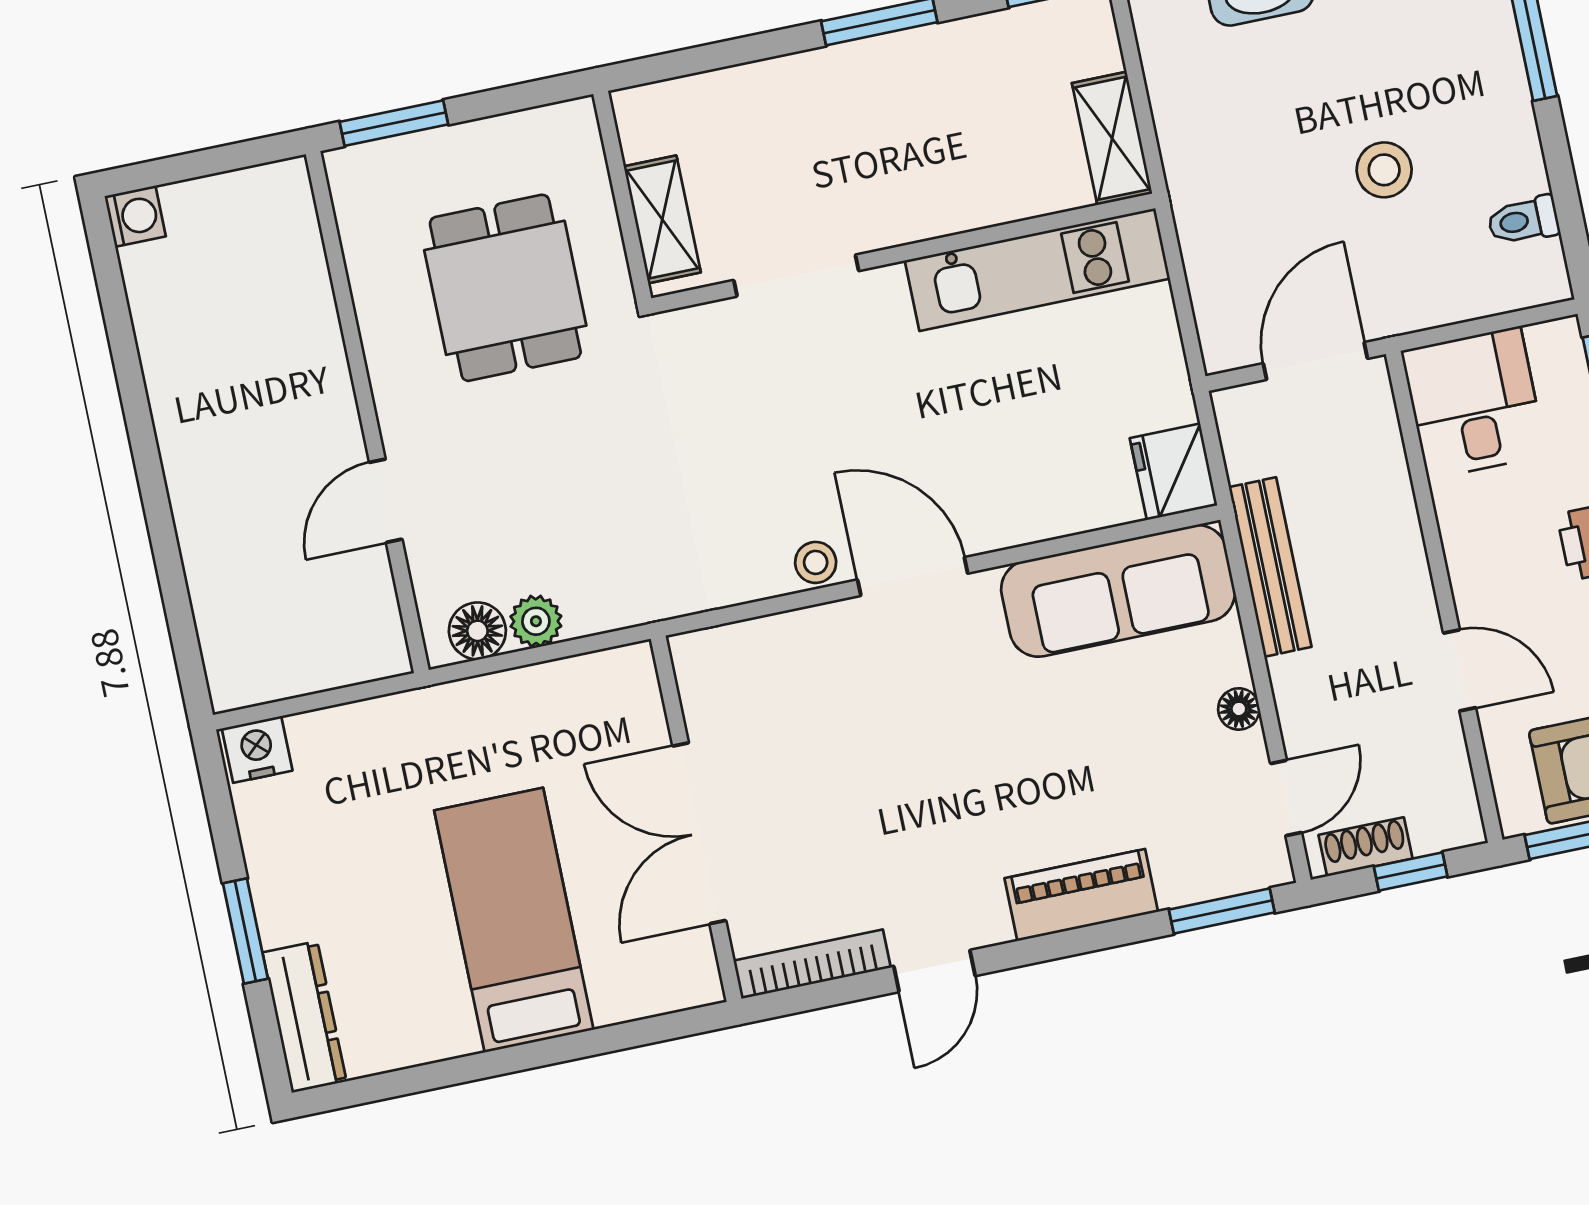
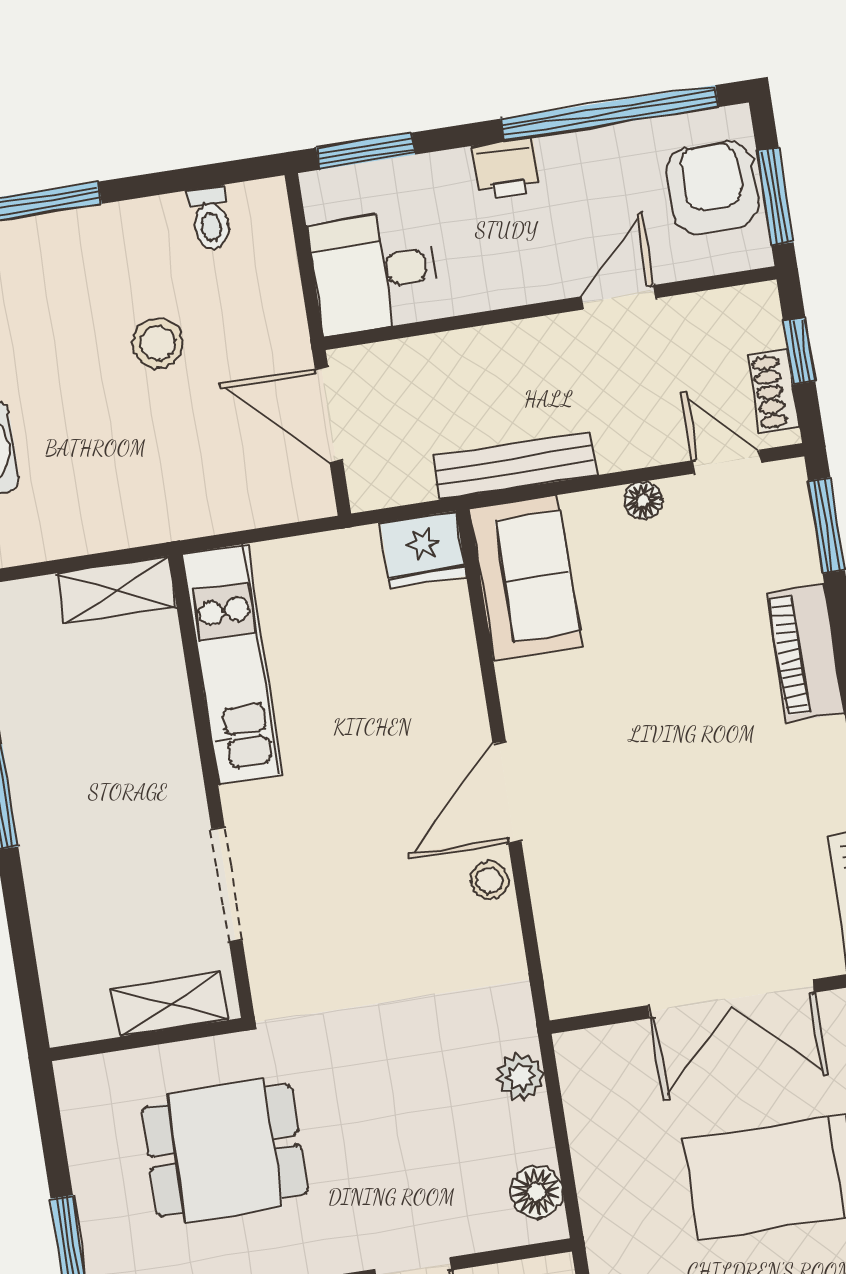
sofa: (1118, 591) -> (525, 578), width x0.73
plant: (536, 621) -> (521, 1077), moved

